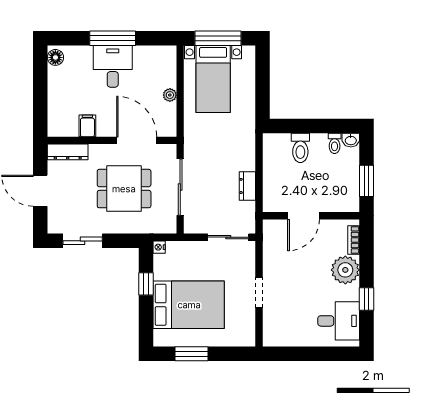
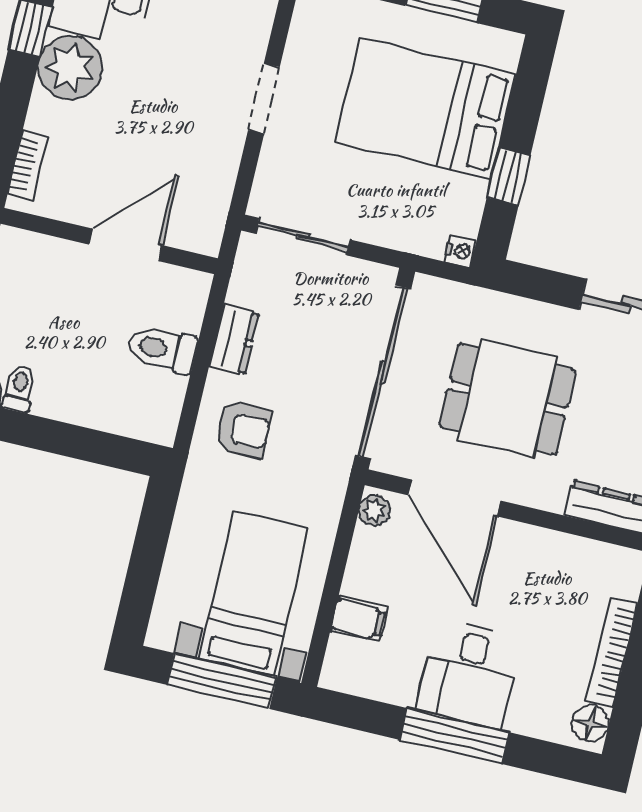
bookcase: (53, 90) -> (612, 652), added
plant: (170, 95) -> (374, 511), moved
filing cabinet: (87, 126) -> (359, 619), moved, turned -90
armchair: (234, 148) -> (243, 429), added
toilet: (300, 148) -> (162, 349), moved, turned -90
sliding door: (180, 187) -> (383, 372), width x1.36
plant: (345, 270) -> (70, 68), moved

